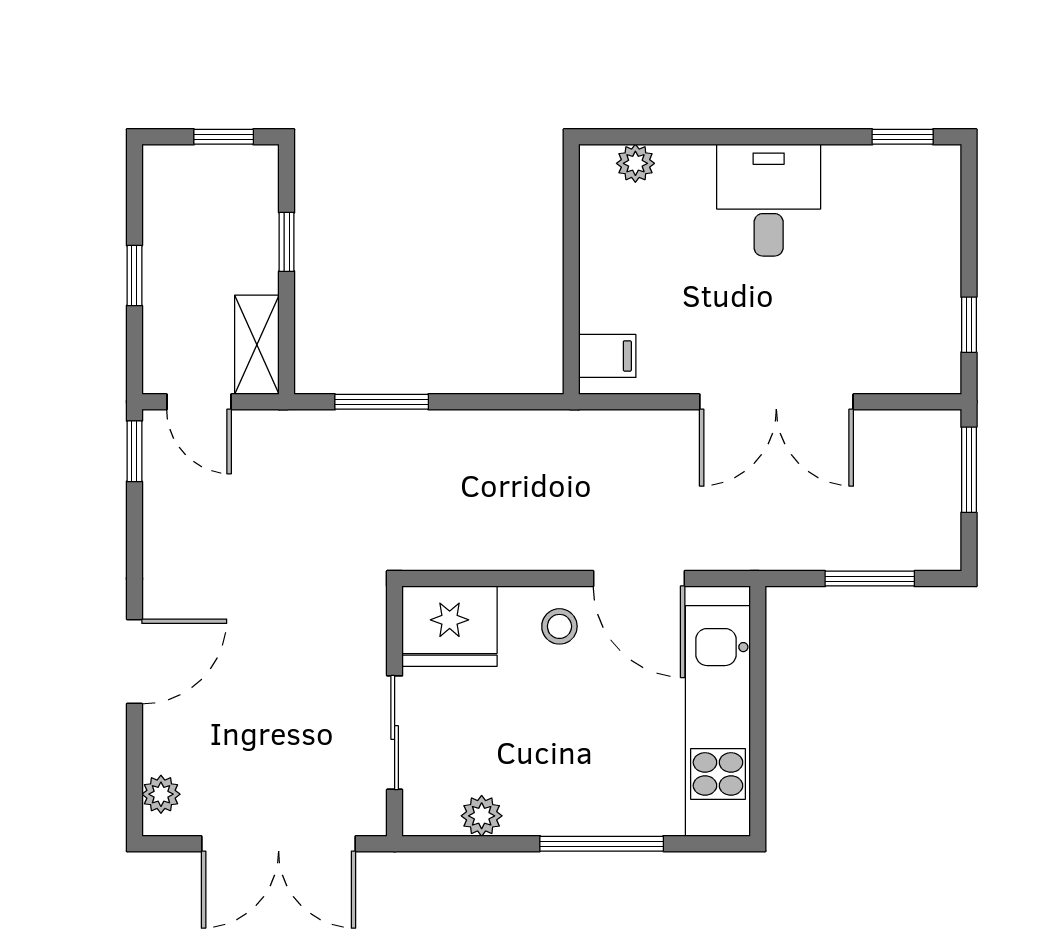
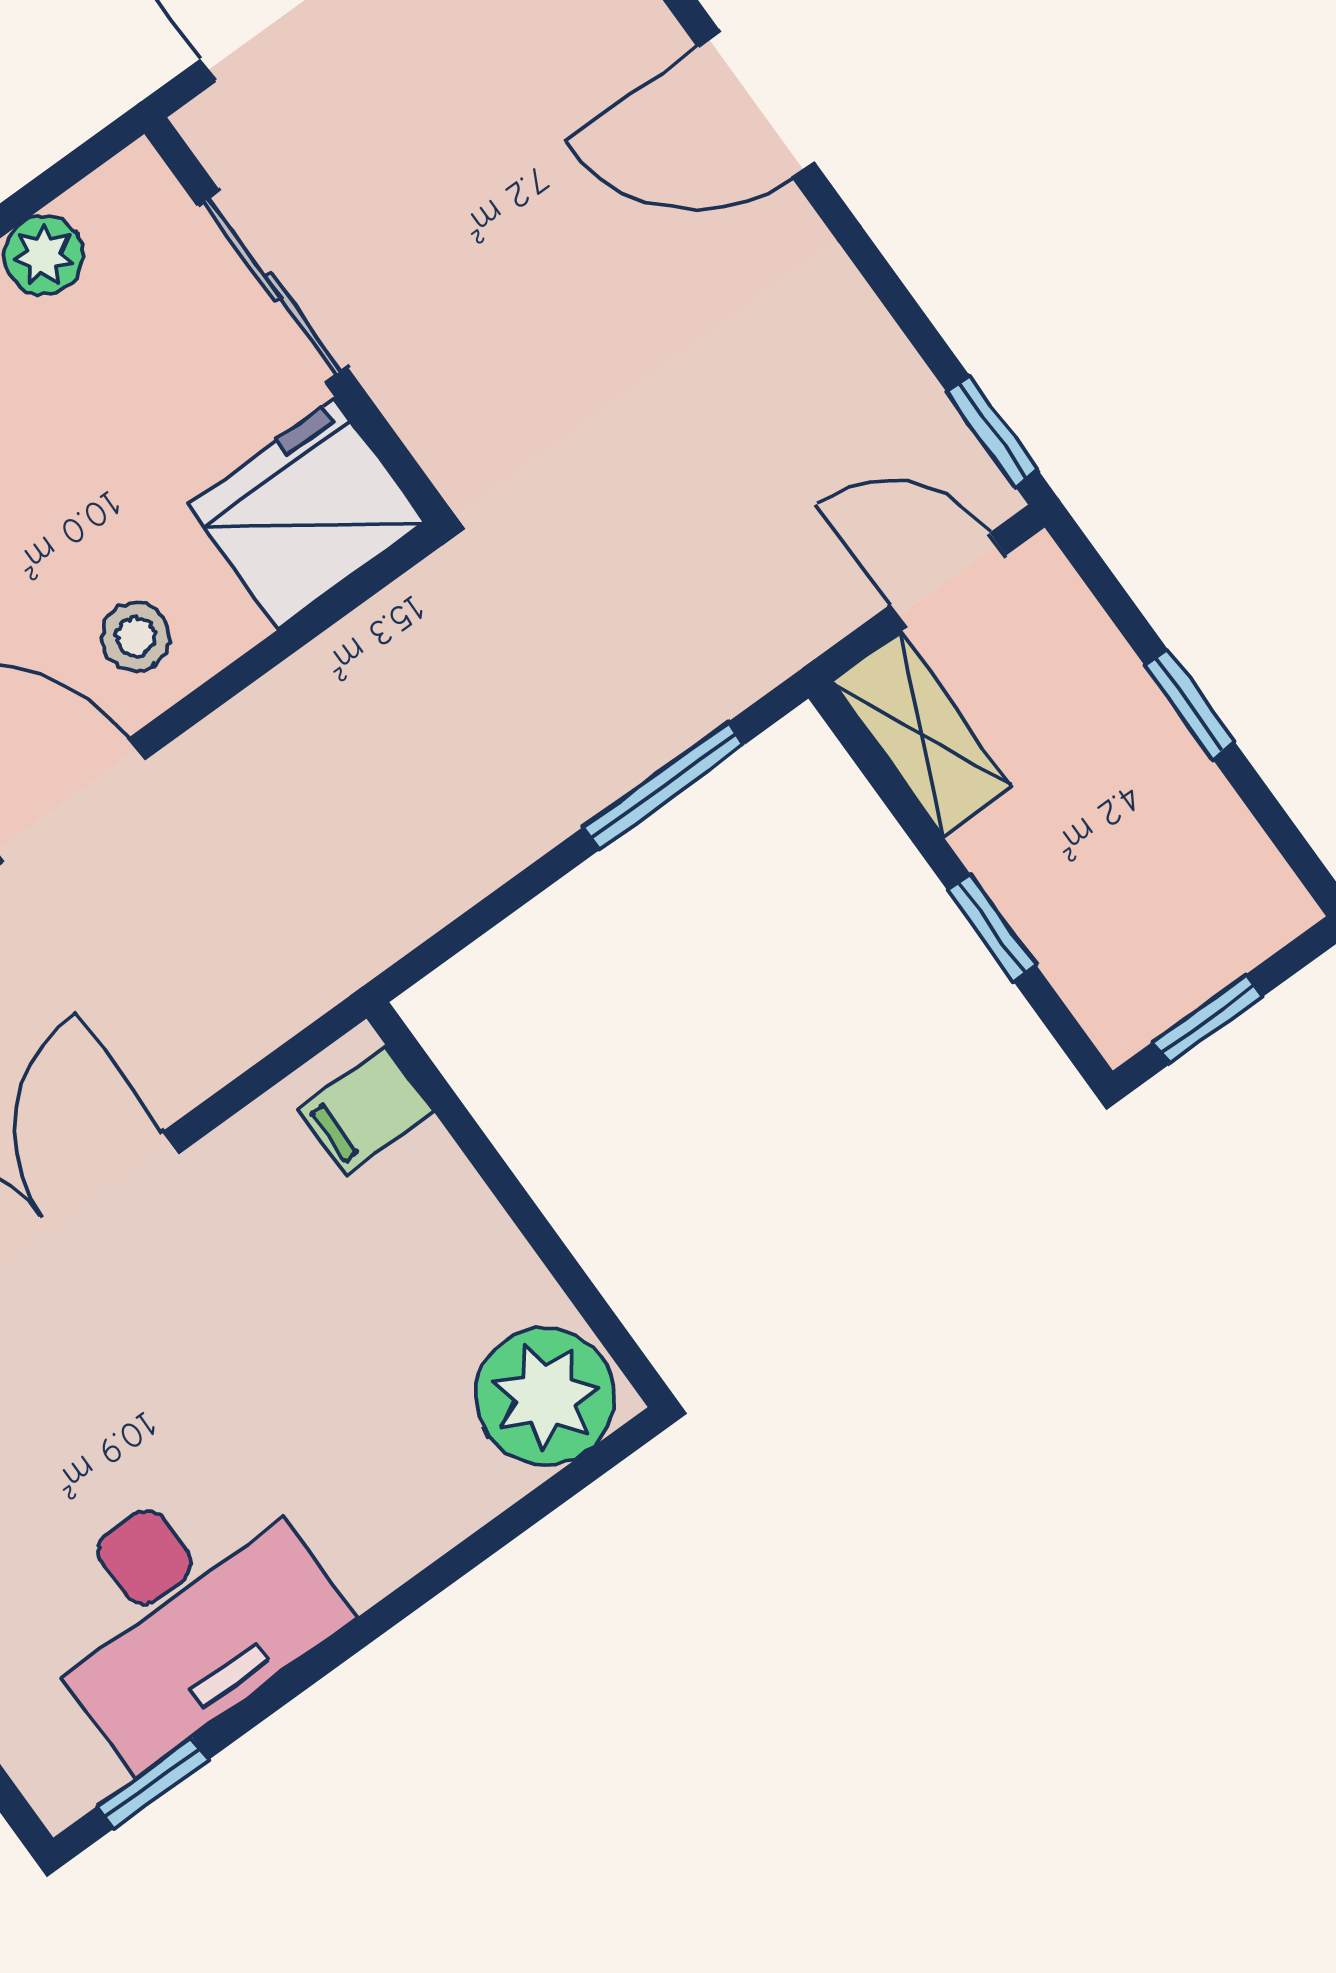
plant: (635, 163) -> (545, 1397), width x1.87, depth x1.87
desk: (769, 200) -> (183, 1611), moved, width x1.37
door: (134, 661) -> (756, 105), hinge flipped

